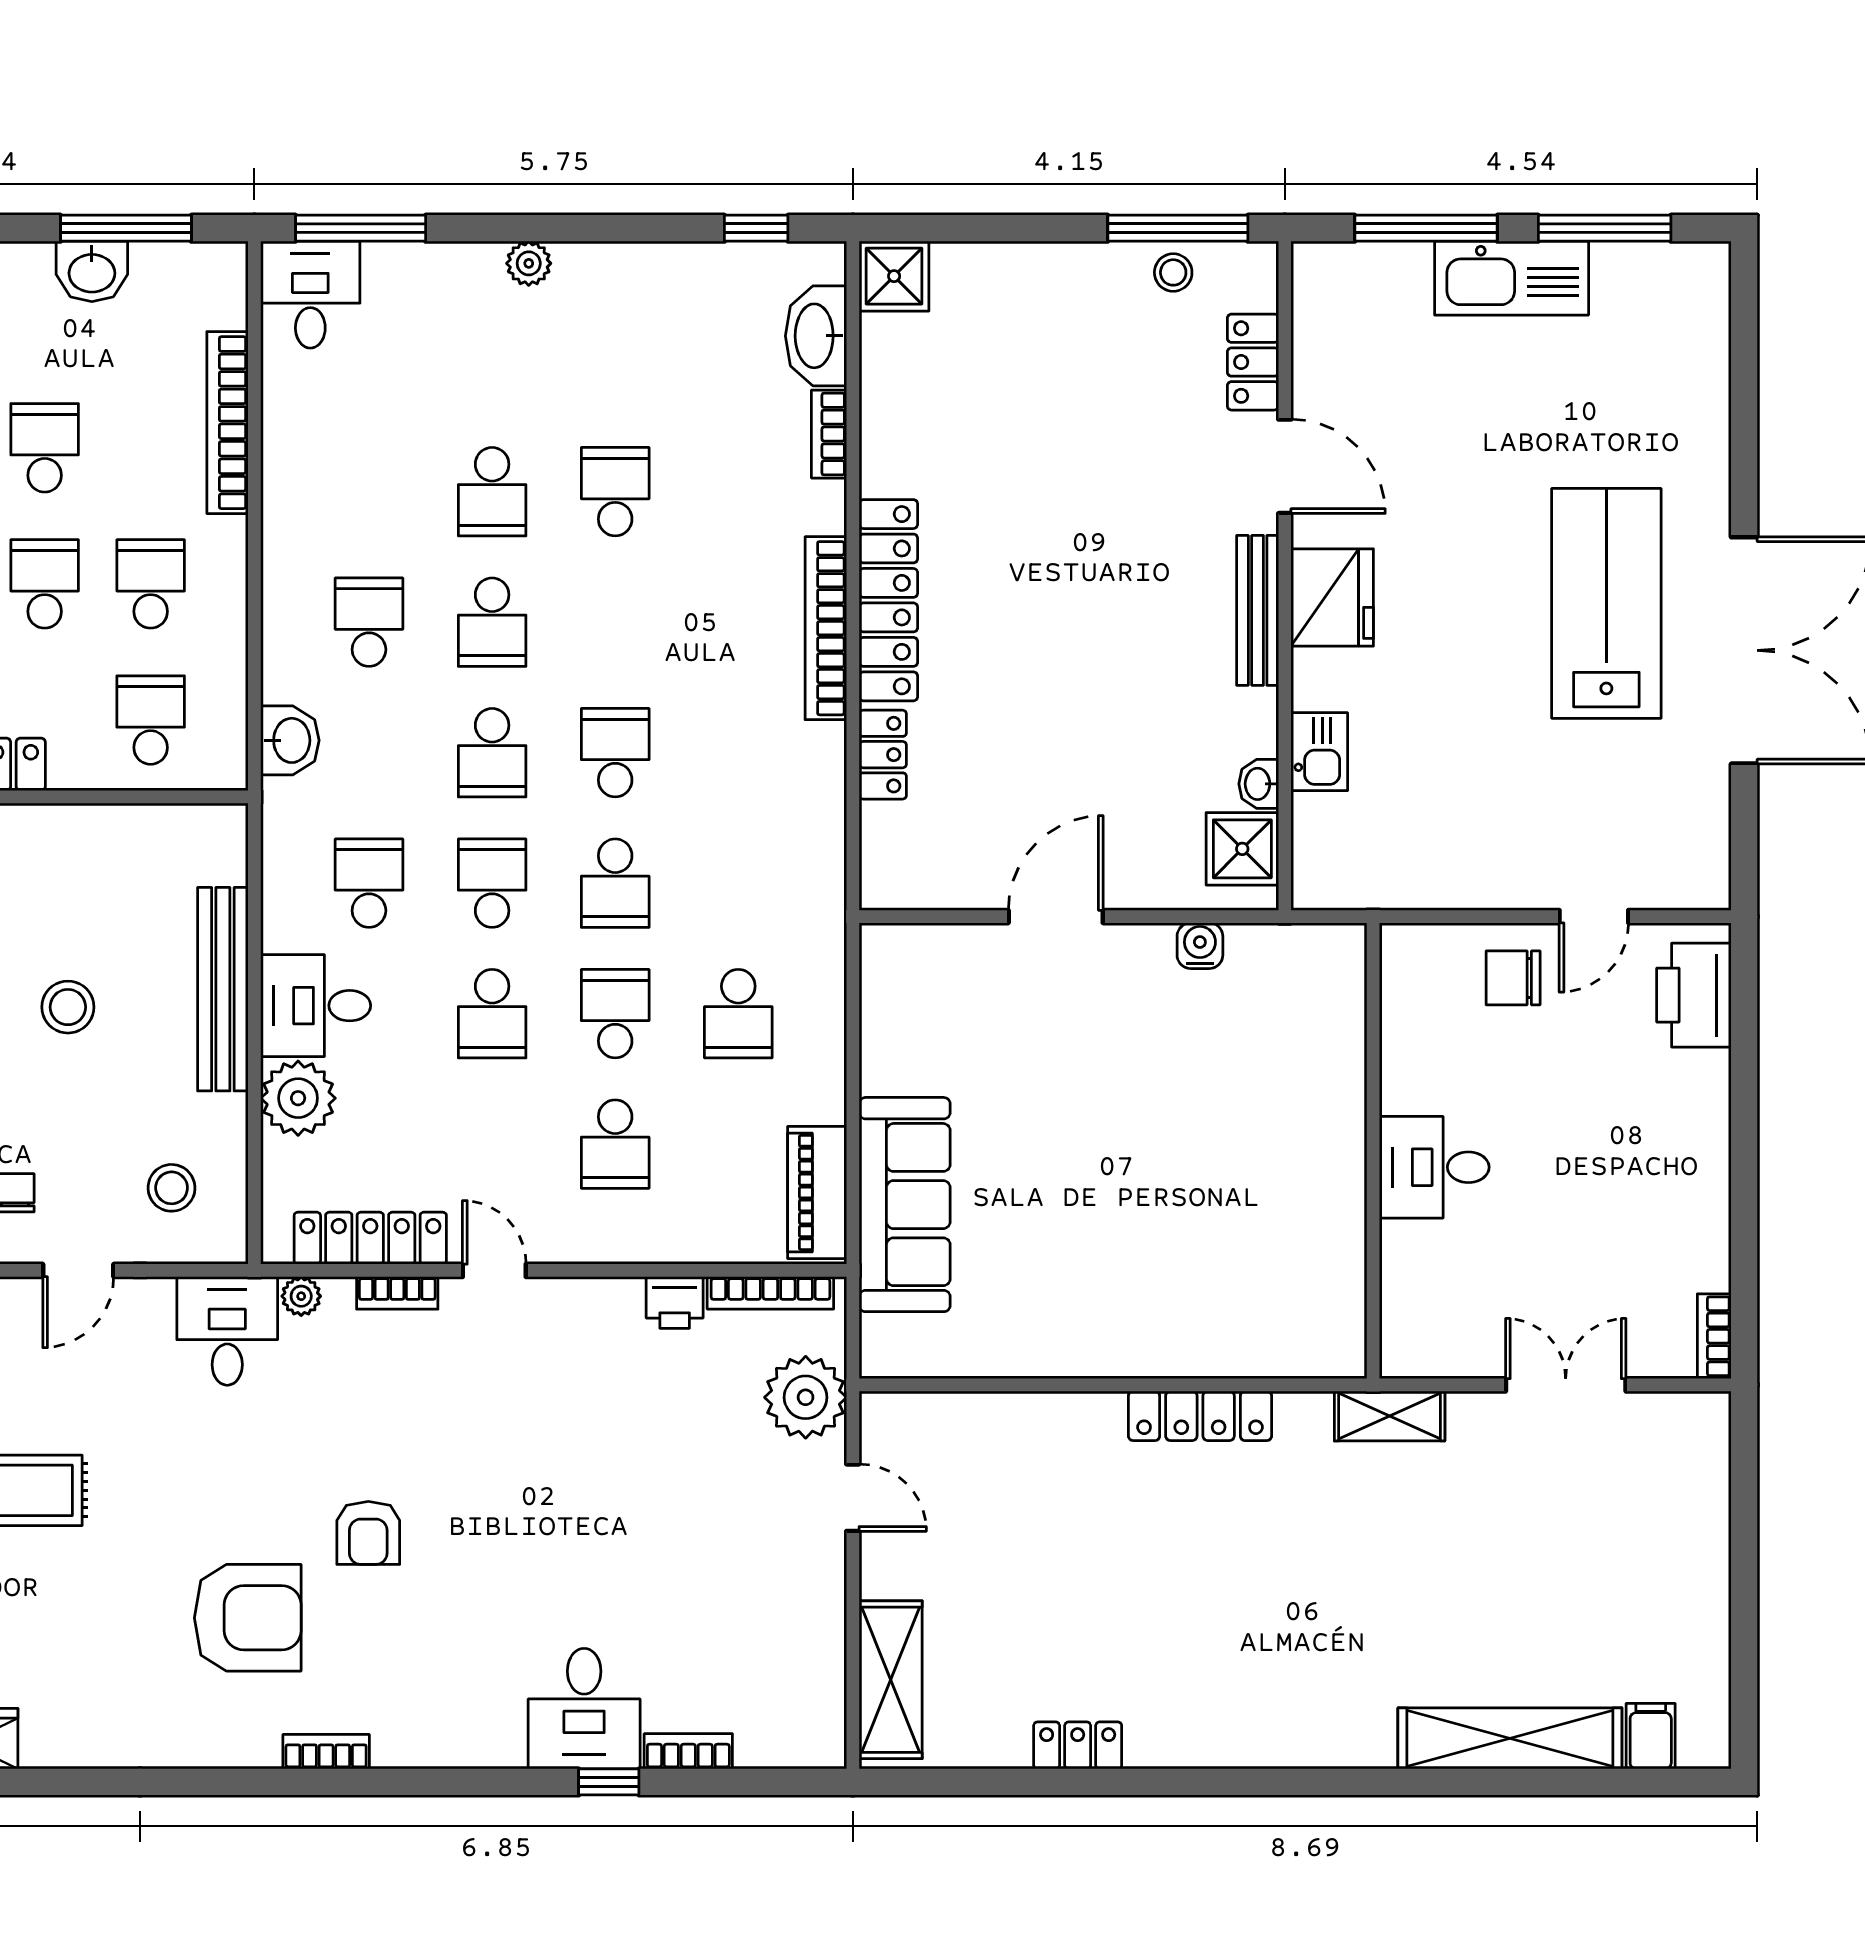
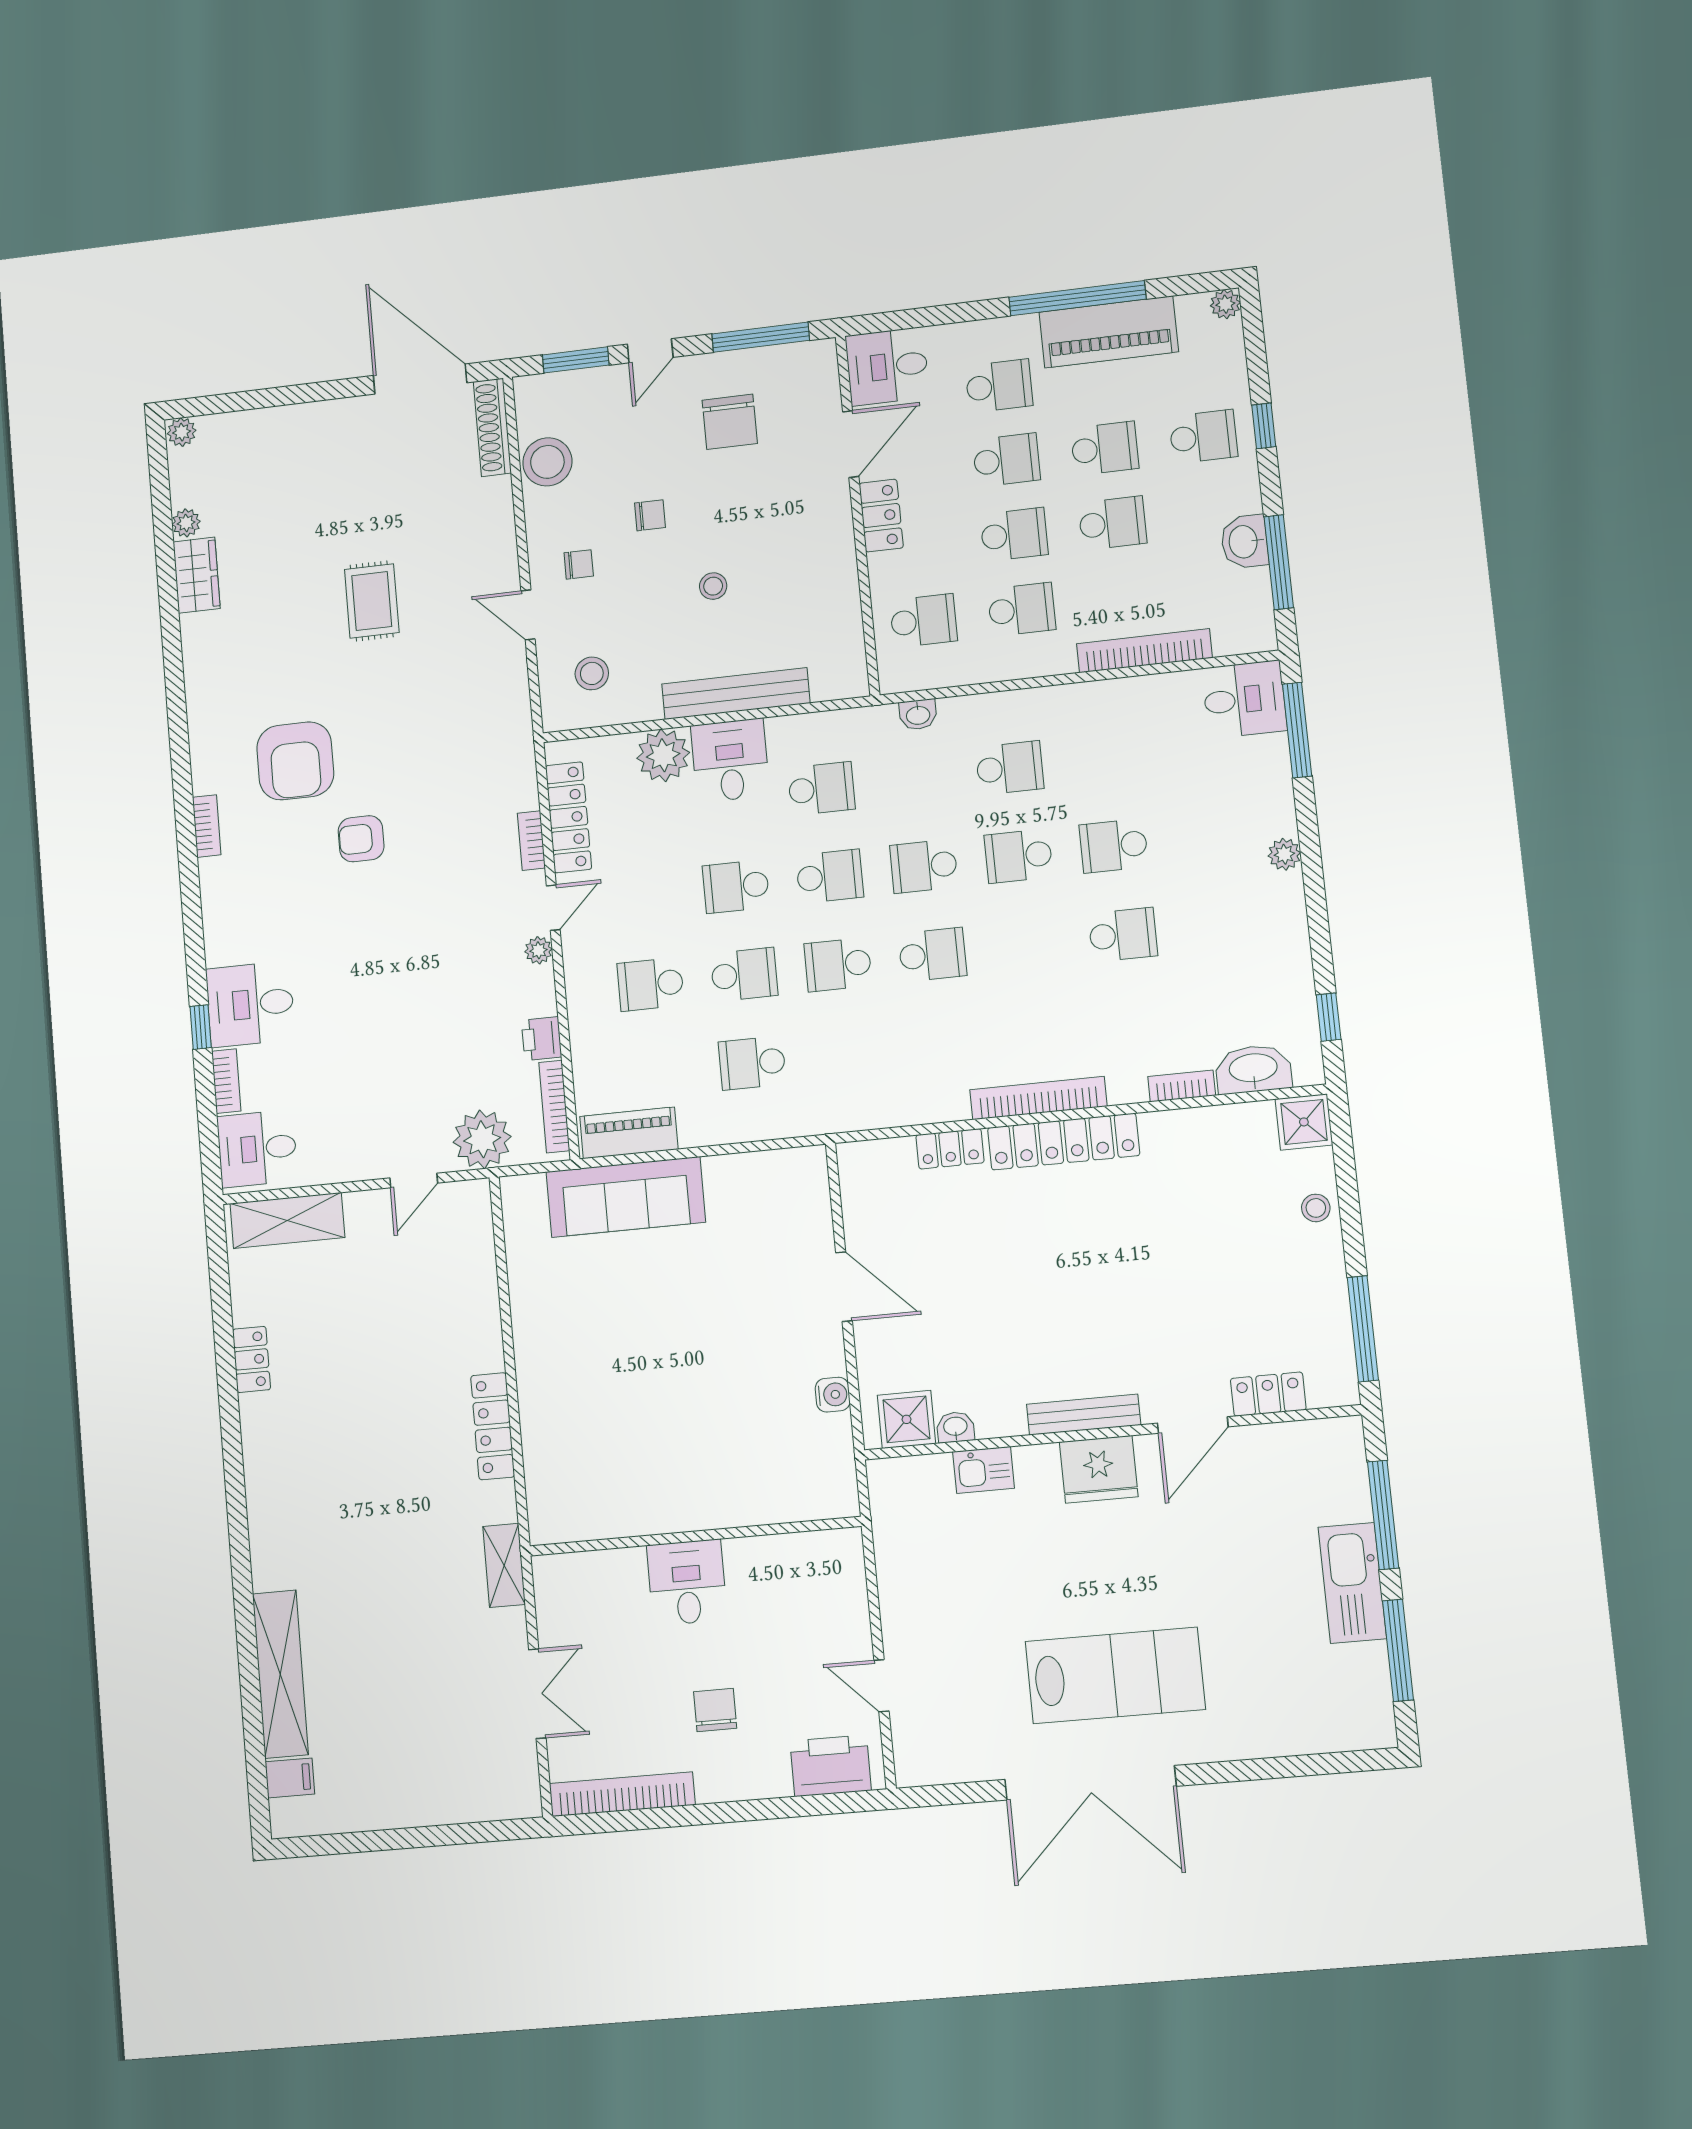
stool: (1173, 272) -> (1316, 1208), moved
washbasin: (290, 740) -> (918, 715), width x0.72, depth x0.69
chair: (1513, 978) -> (715, 1710), moved
stool: (68, 1007) -> (713, 586), width x0.73, depth x0.73
plant: (301, 1296) -> (538, 950), moved
desk: (227, 1331) -> (257, 1149), moved, turned 180
bookcase: (1714, 1336) -> (622, 1794), width x2.31, depth x1.31

